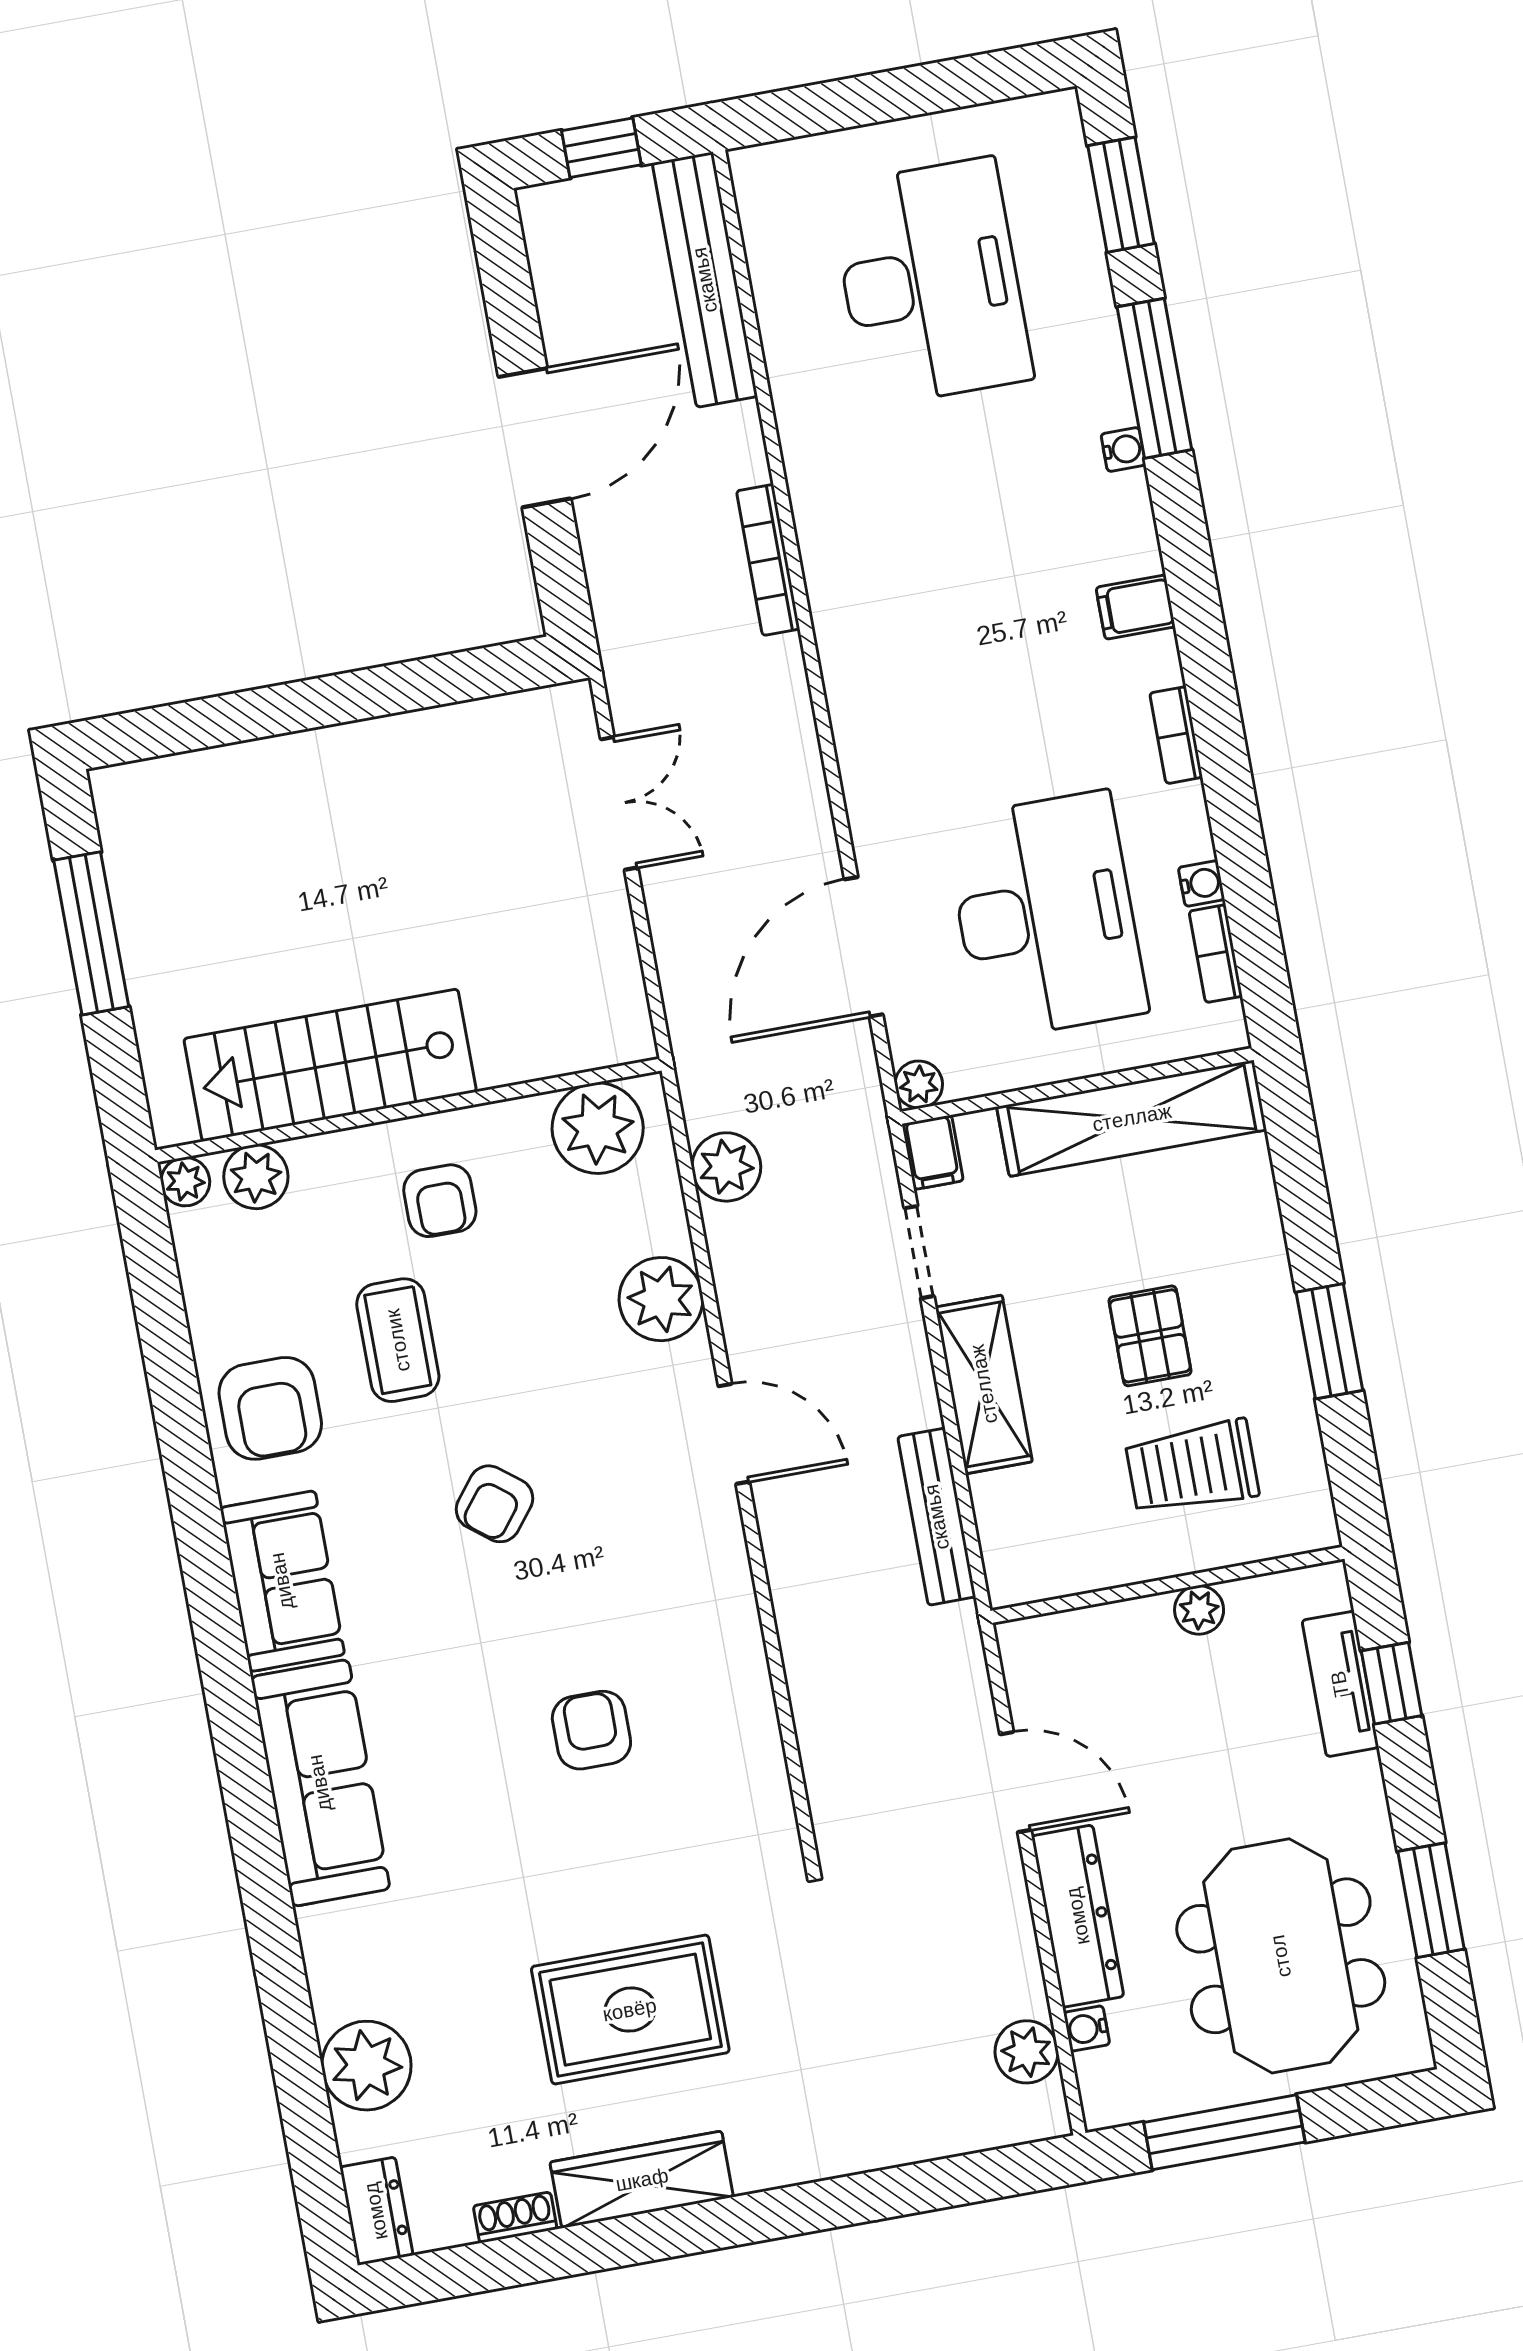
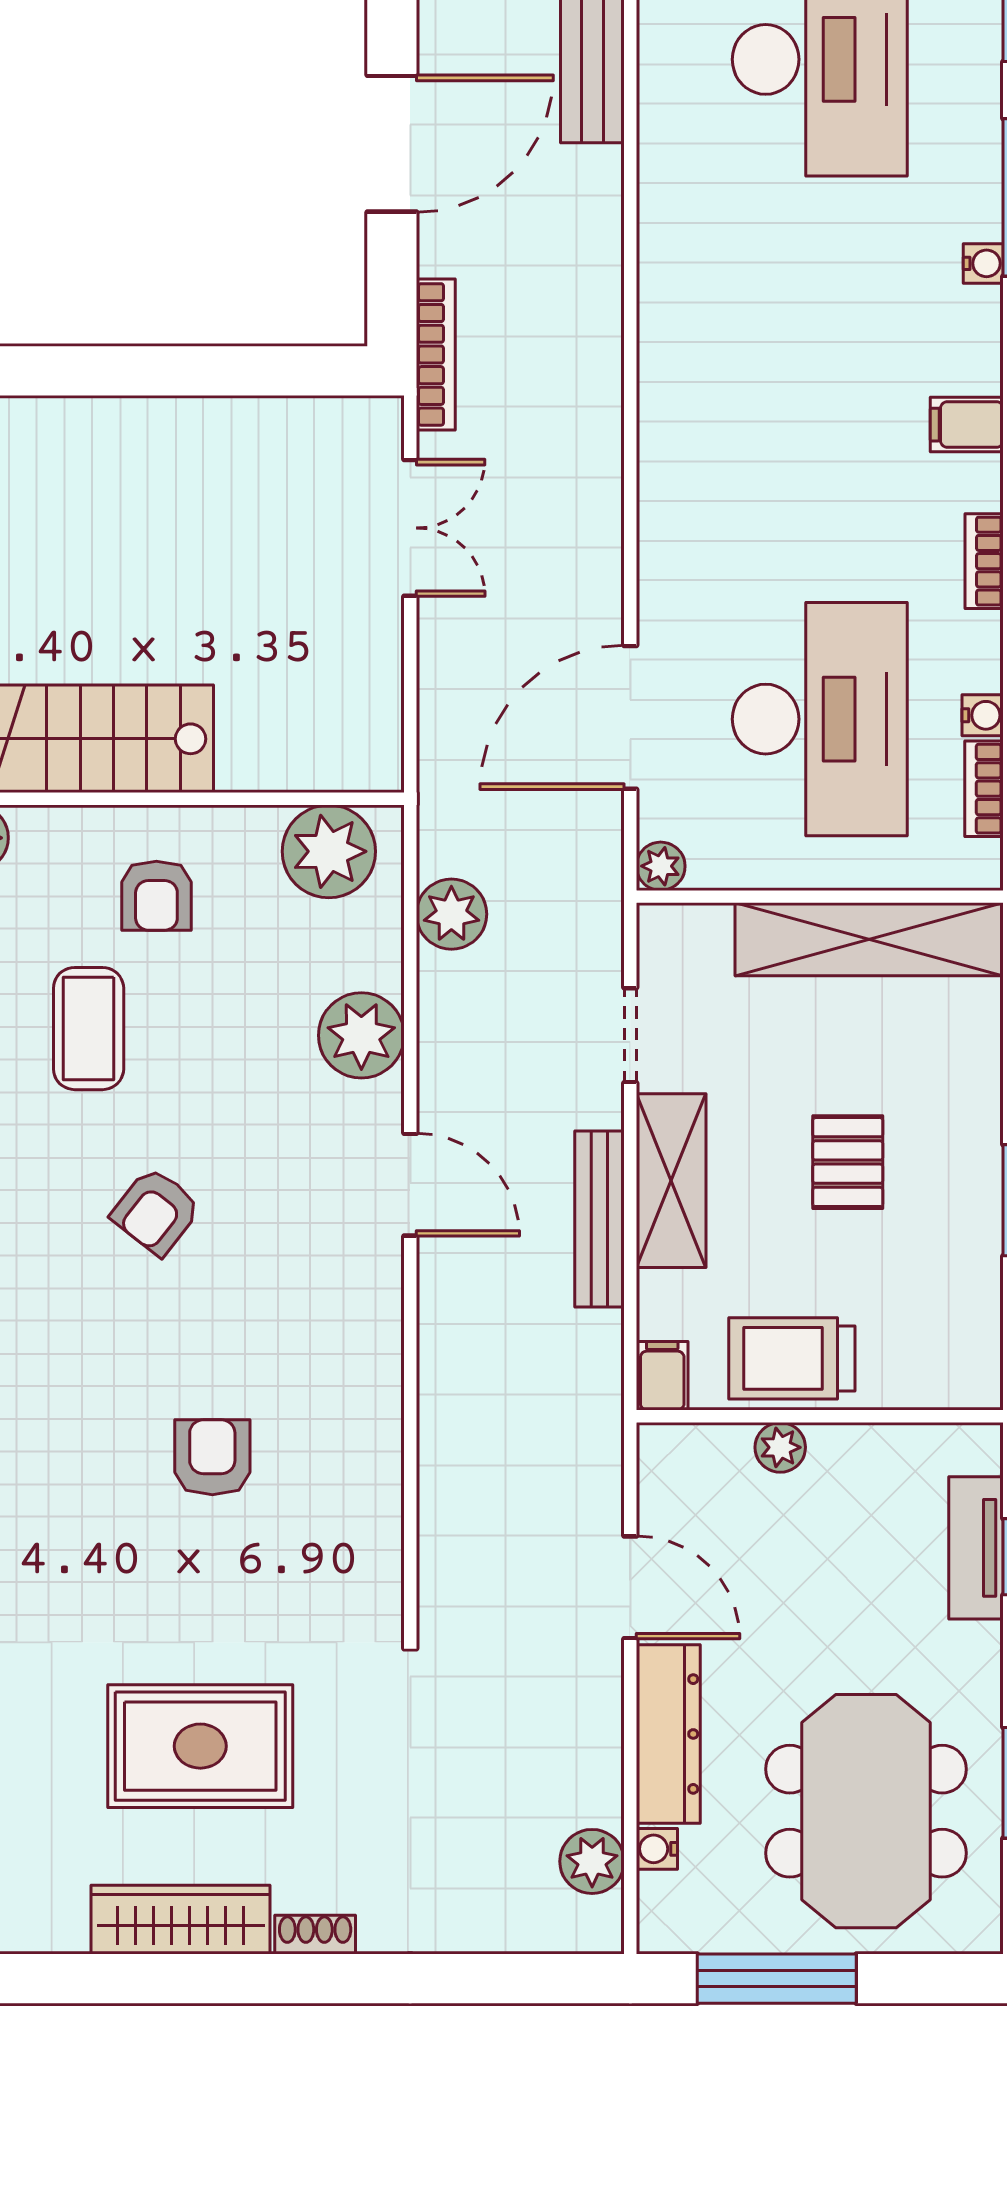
bookcase: (768, 560) -> (436, 354), moved, turned 180
filing cabinet: (933, 1152) -> (662, 1376), moved, turned 180
trolley: (1192, 1467) -> (792, 1358), moved
bench: (937, 1517) -> (599, 1219), moved
plant: (1199, 1610) -> (780, 1447), moved
shoe rack: (515, 2217) -> (315, 1935), moved

